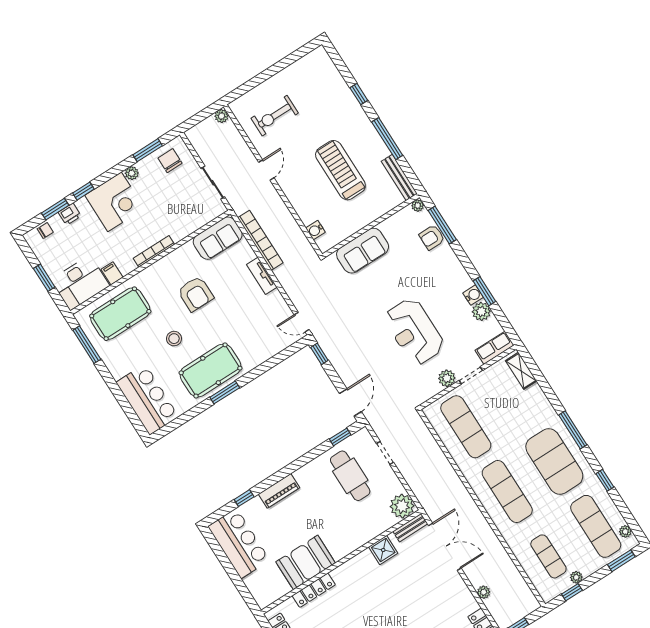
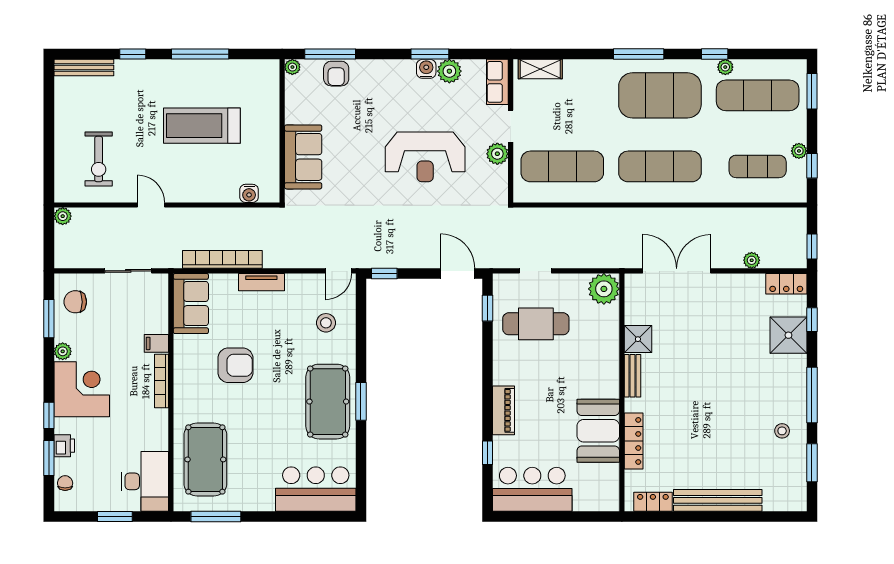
bench: (399, 177) -> (84, 68), moved
filing cabinet: (112, 273) -> (156, 343), moved
stool: (174, 339) -> (326, 323), moved
bench: (410, 528) -> (632, 376), moved
plant: (625, 531) -> (725, 67), moved

